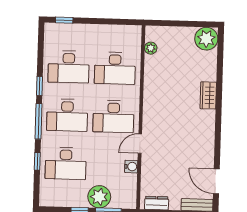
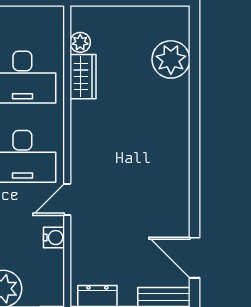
plant: (206, 39) -> (171, 59), moved
wardrobe: (208, 95) -> (83, 77), moved, turned 180

